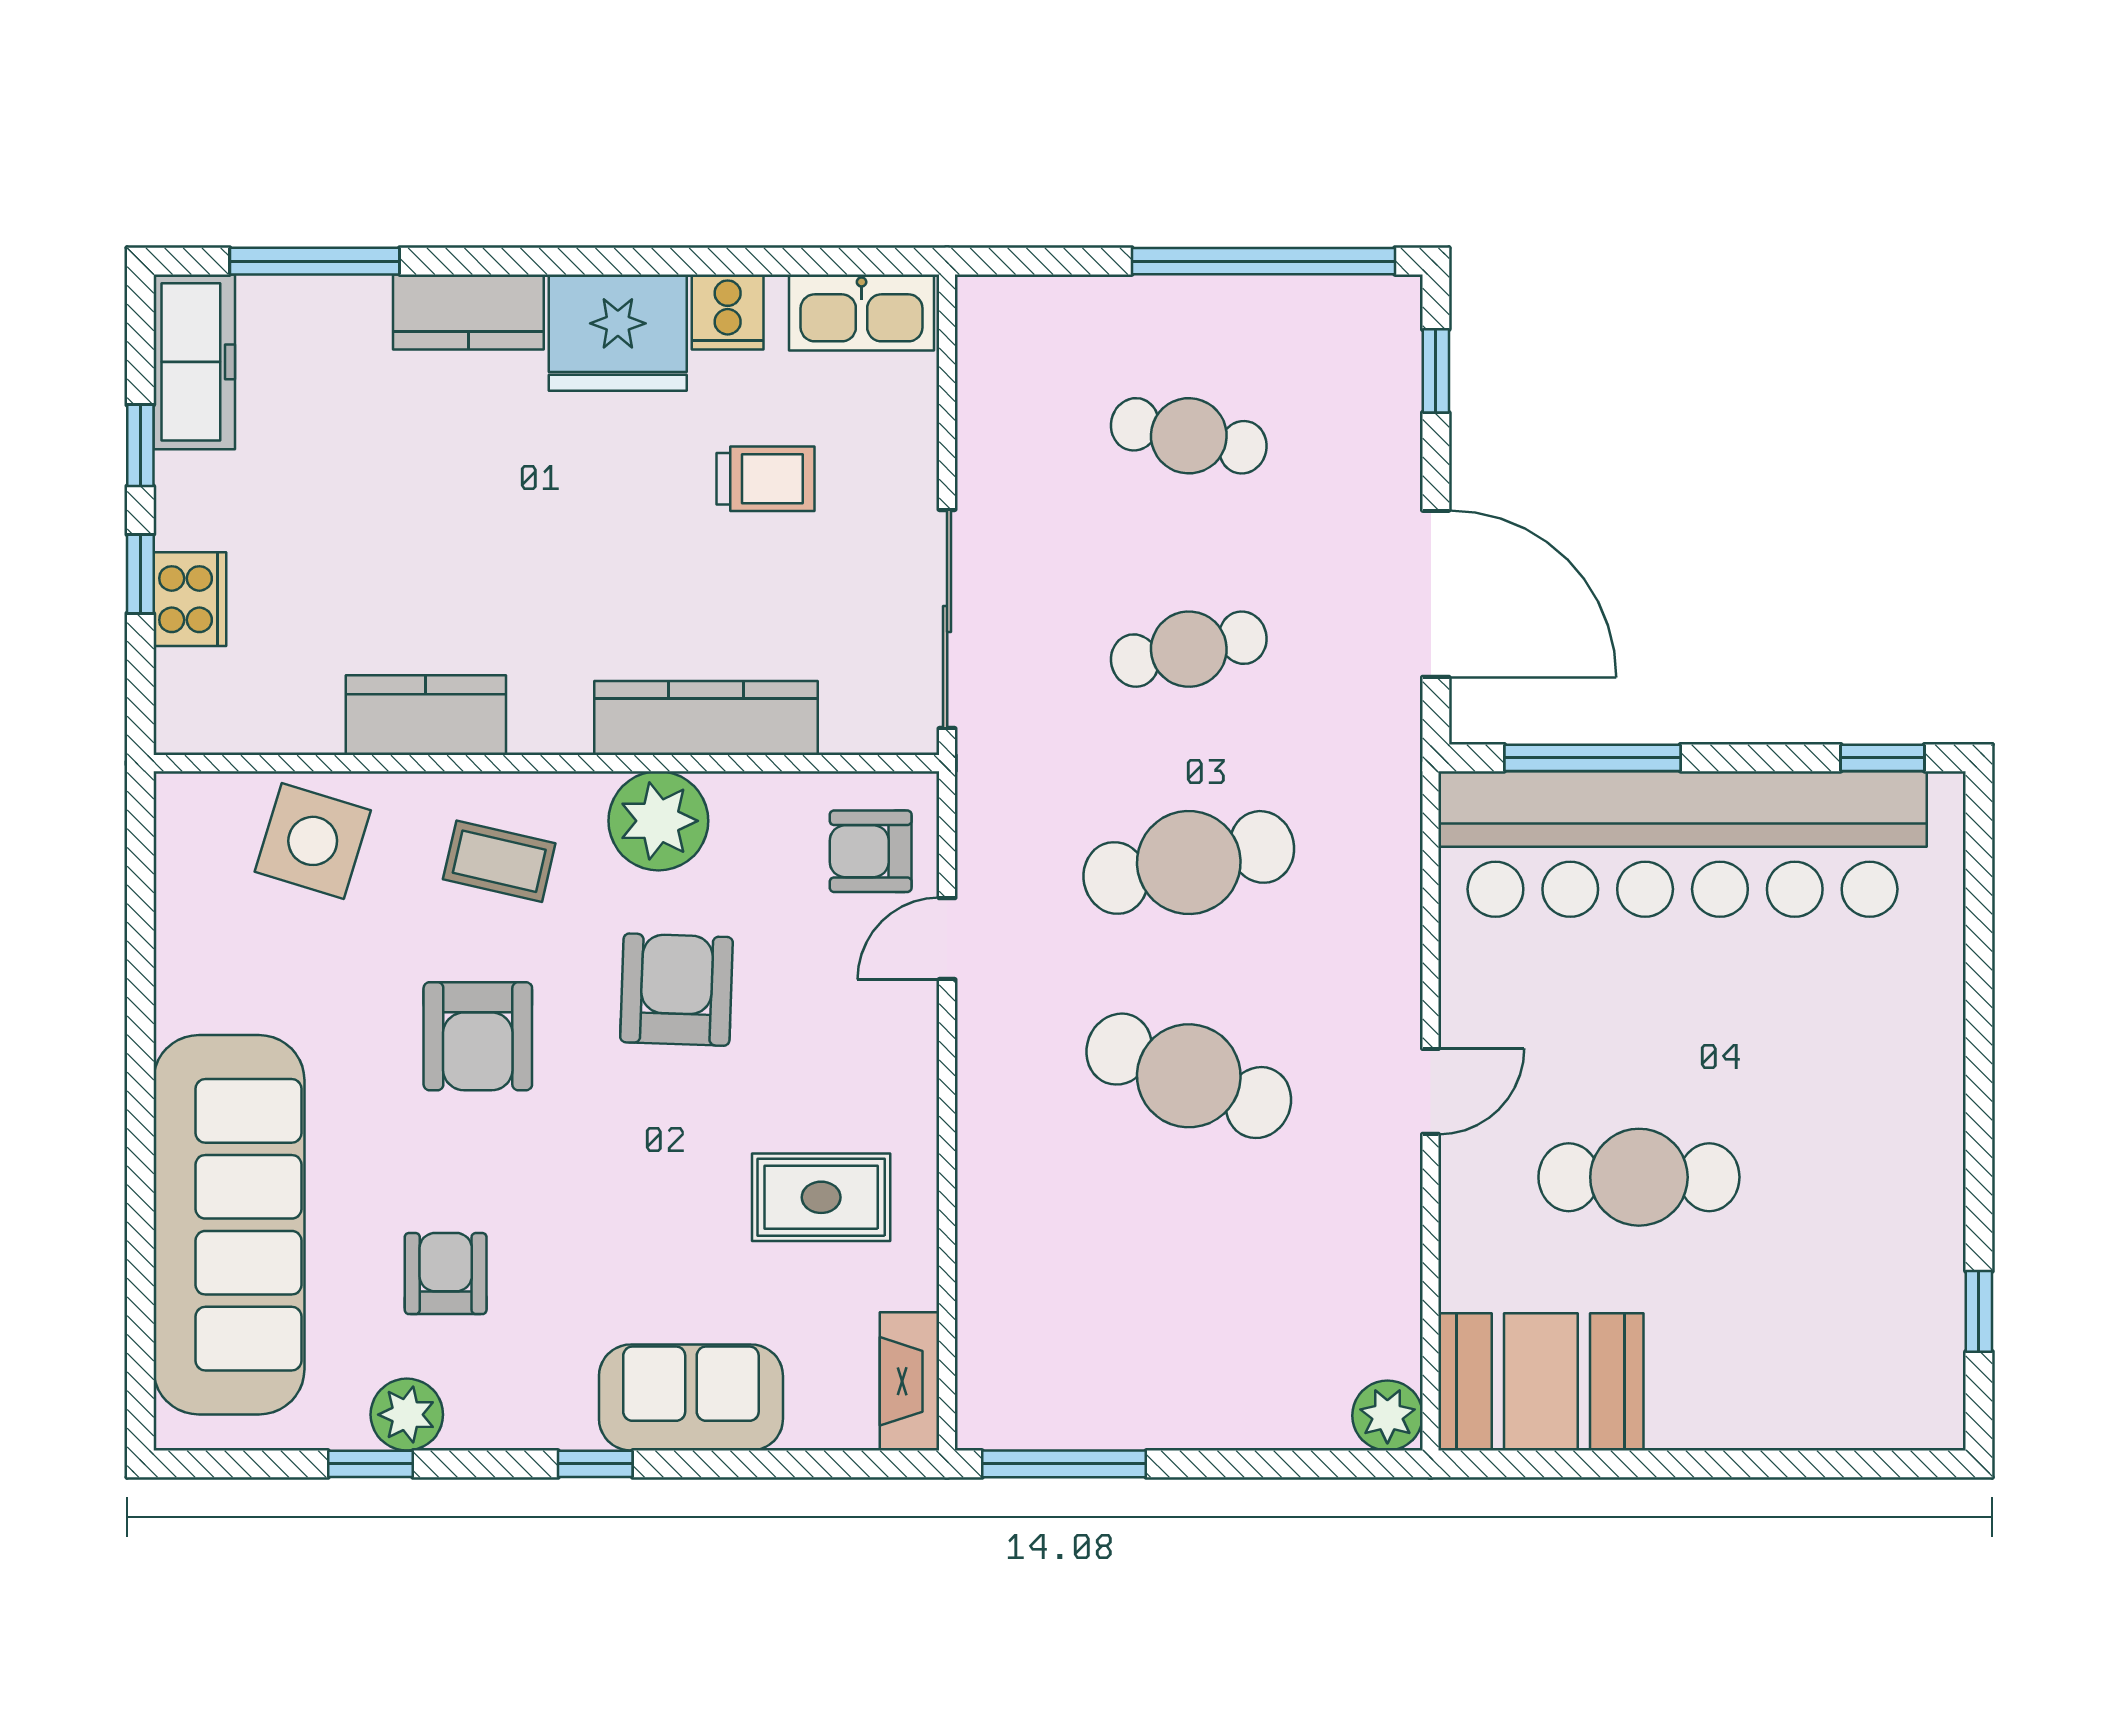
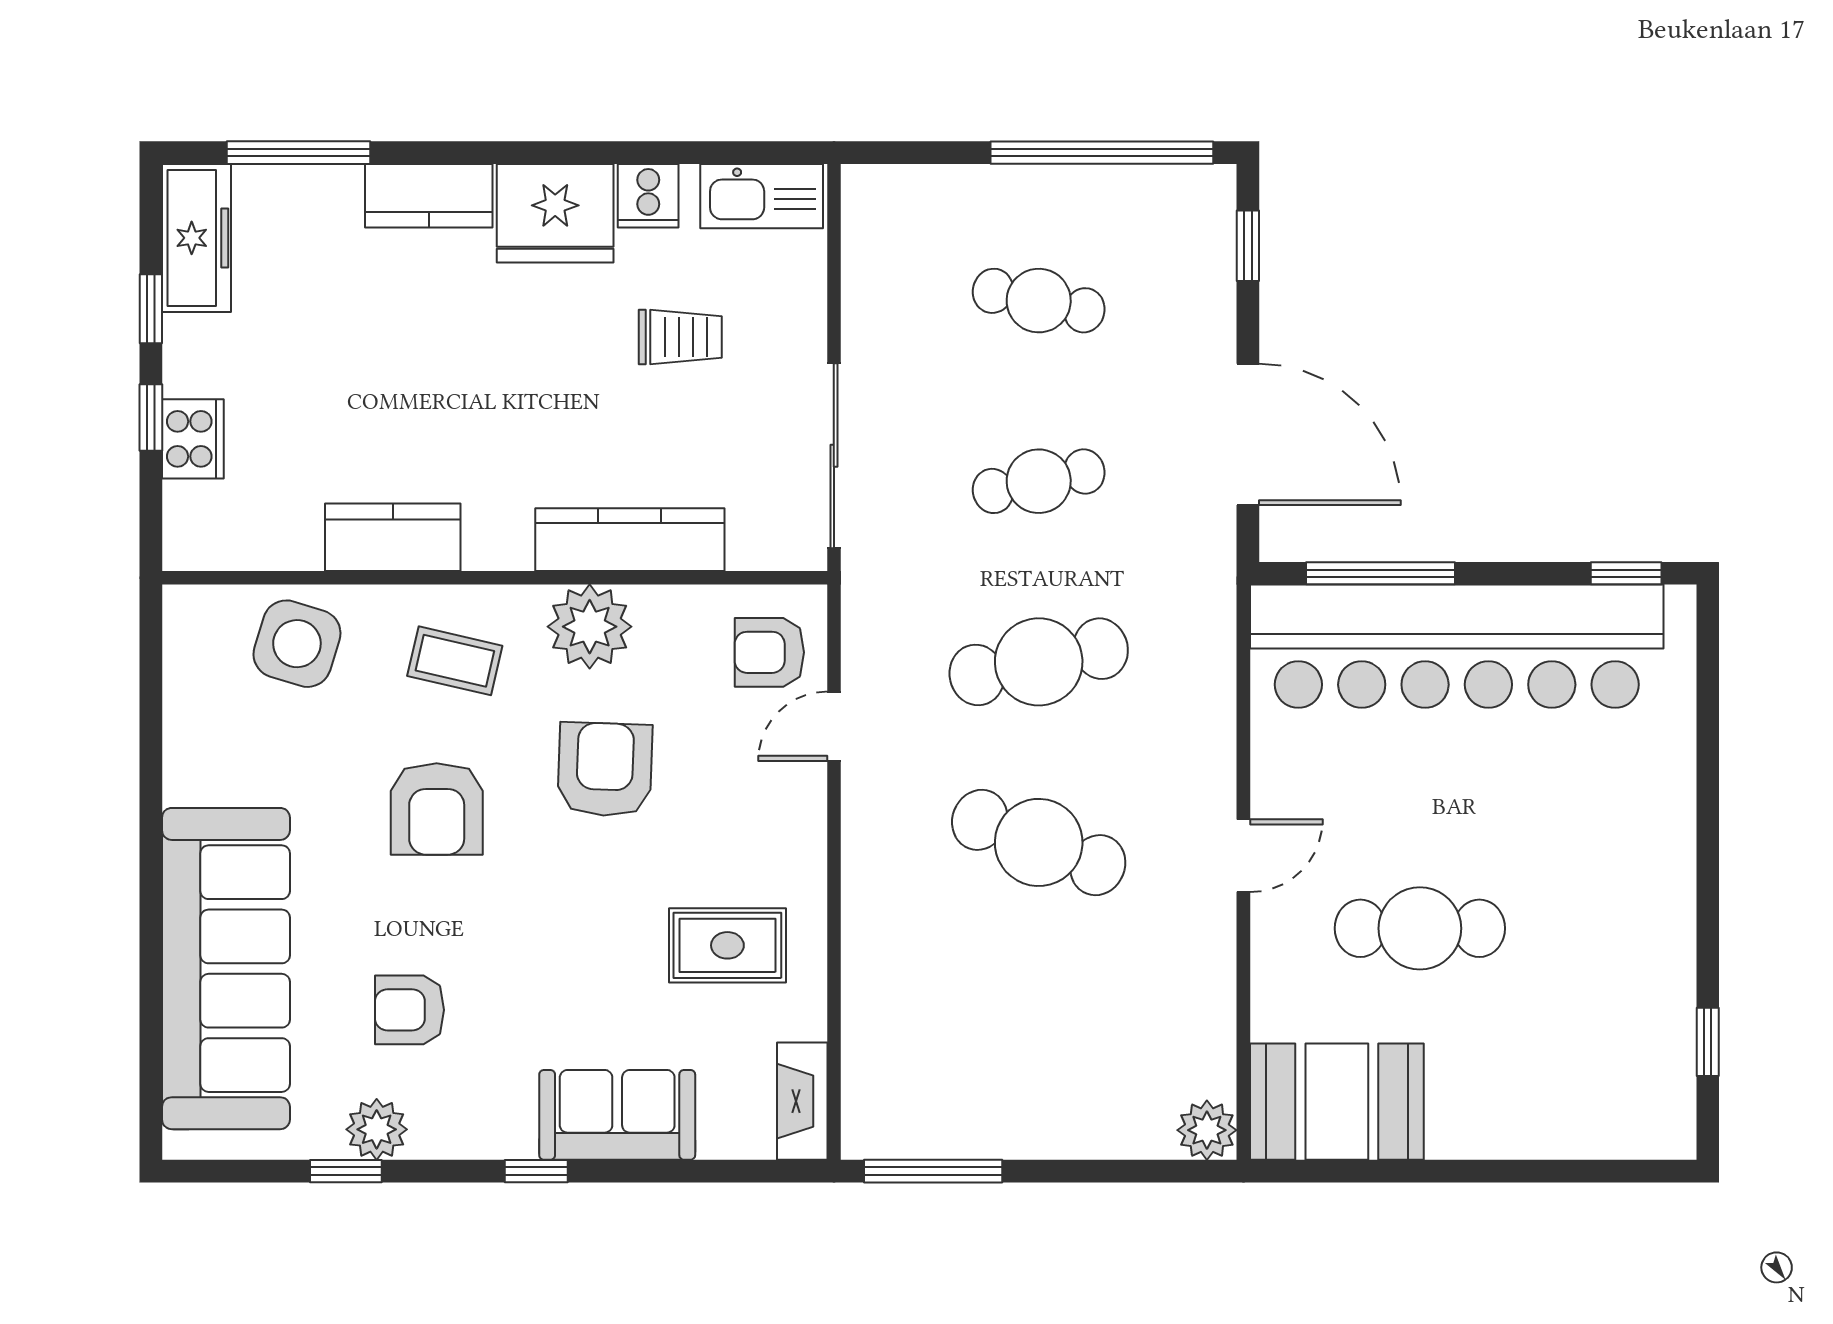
armchair: (446, 1274) -> (409, 1010), turned -90

